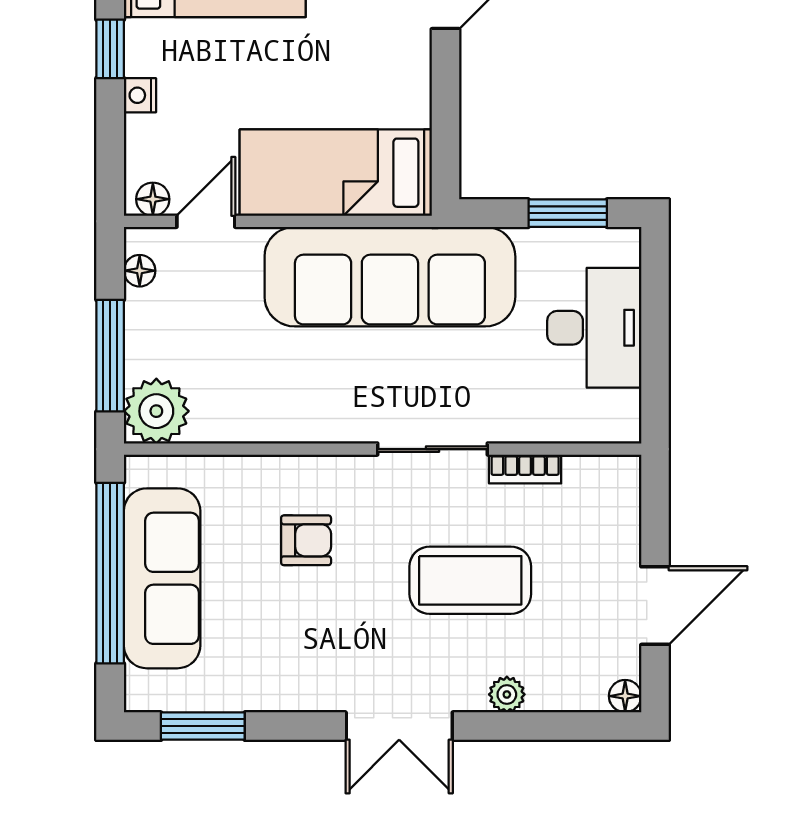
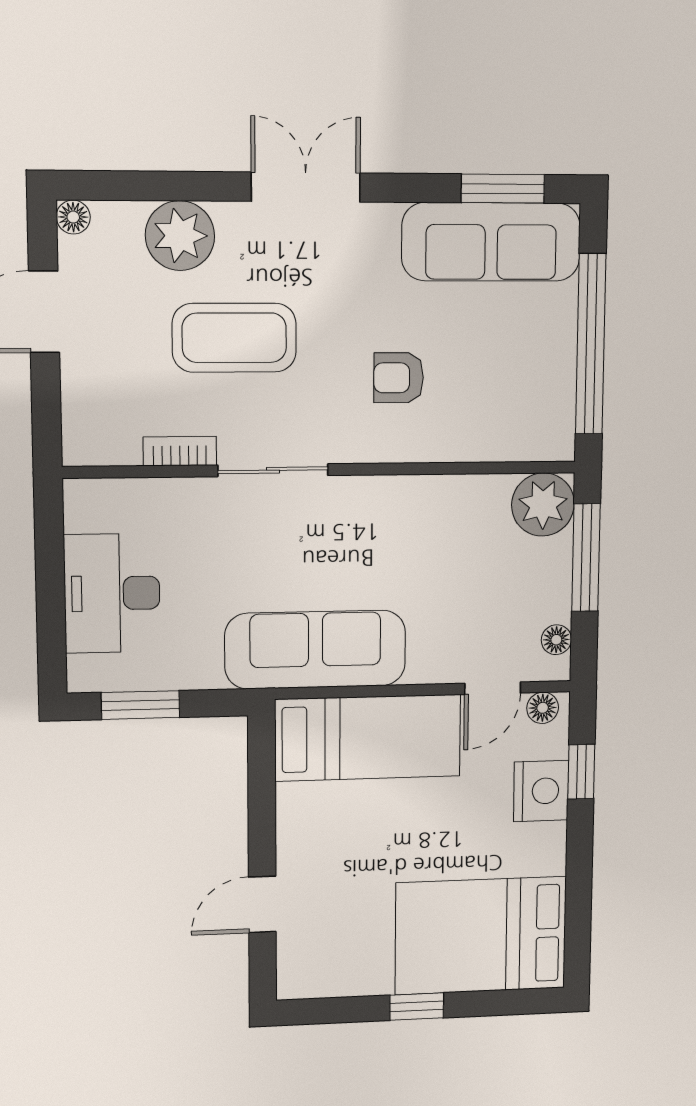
window: (110, 49) -> (581, 772), moved
nightstand: (140, 95) -> (541, 791), width x1.89, depth x1.79
sofa: (390, 277) -> (315, 650), width x0.74, depth x0.79
sofa: (162, 578) -> (491, 242), moved, turned -90
plant: (507, 694) -> (180, 236), width x1.88, depth x1.88

